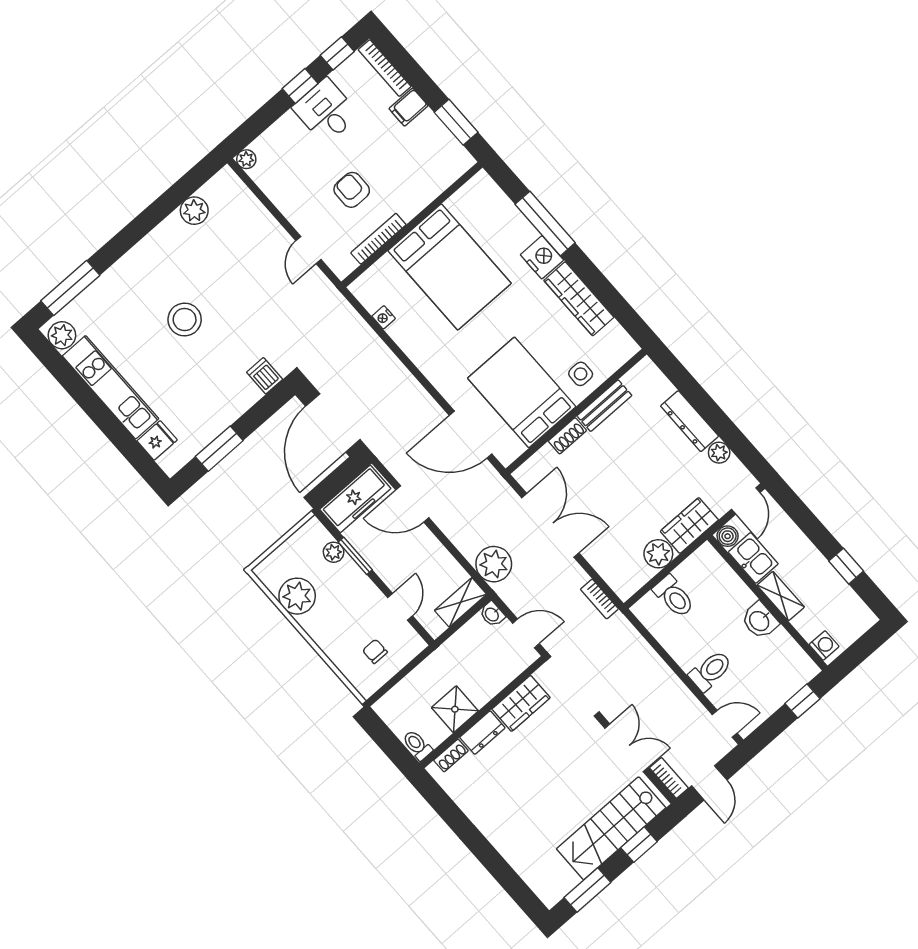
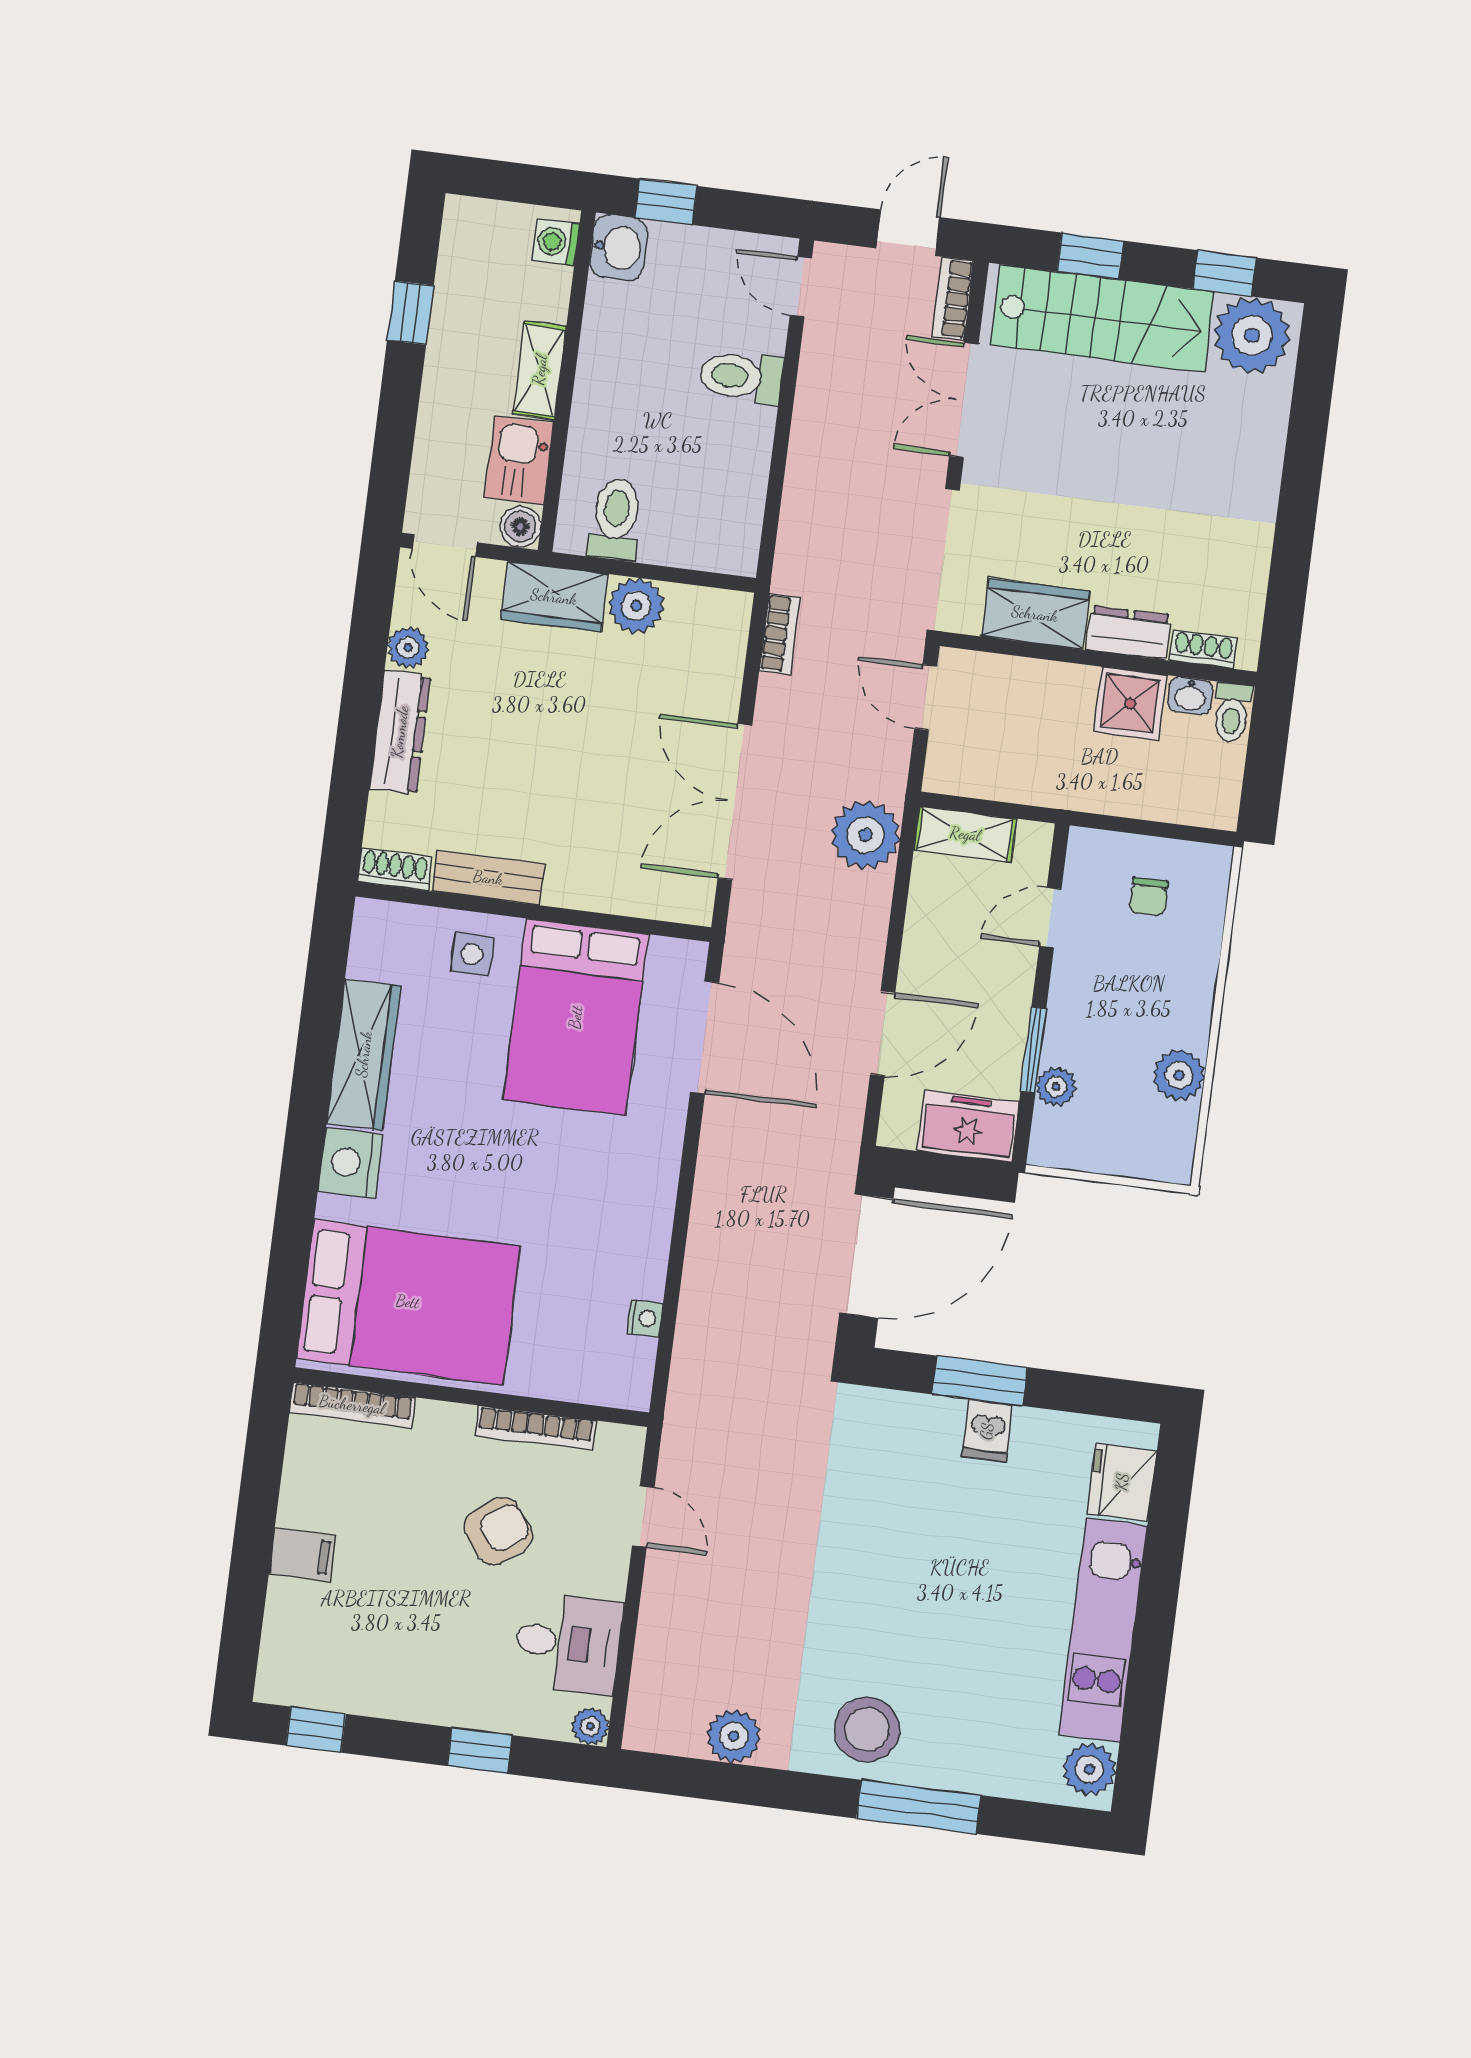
bookcase: (385, 68) -> (352, 1405), moved, turned 90
window: (300, 86) -> (479, 1751), moved
desk: (326, 111) -> (568, 1643), moved, turned -90
window: (456, 122) -> (263, 1465), removed
armchair: (352, 190) -> (498, 1531), turned -126
window: (545, 223) -> (297, 1202), removed
door: (308, 250) -> (643, 1517), hinge flipped
bed: (450, 267) -> (408, 1302), moved, turned 90
window: (70, 288) -> (919, 1807), moved
stool: (185, 319) -> (867, 1729), moved
dishwasher: (265, 376) -> (987, 1431), moved
shoe rack: (567, 436) -> (395, 869), moved
fridge: (157, 440) -> (1122, 1482), width x1.38
window: (219, 449) -> (980, 1381), moved
freezer: (355, 499) -> (968, 1126), width x0.71
door: (746, 501) -> (445, 546), swing flipped
door: (412, 504) -> (883, 1034), hinge flipped
plant: (297, 596) -> (1179, 1075), width x0.73, depth x0.73
toilet: (674, 596) -> (616, 519), moved
washbasin: (492, 614) -> (1190, 696), moved, turned 90
washbasin: (760, 621) -> (619, 247), moved
plant: (554, 880) -> (1252, 335), added
window: (587, 890) -> (1224, 273), width x0.67

